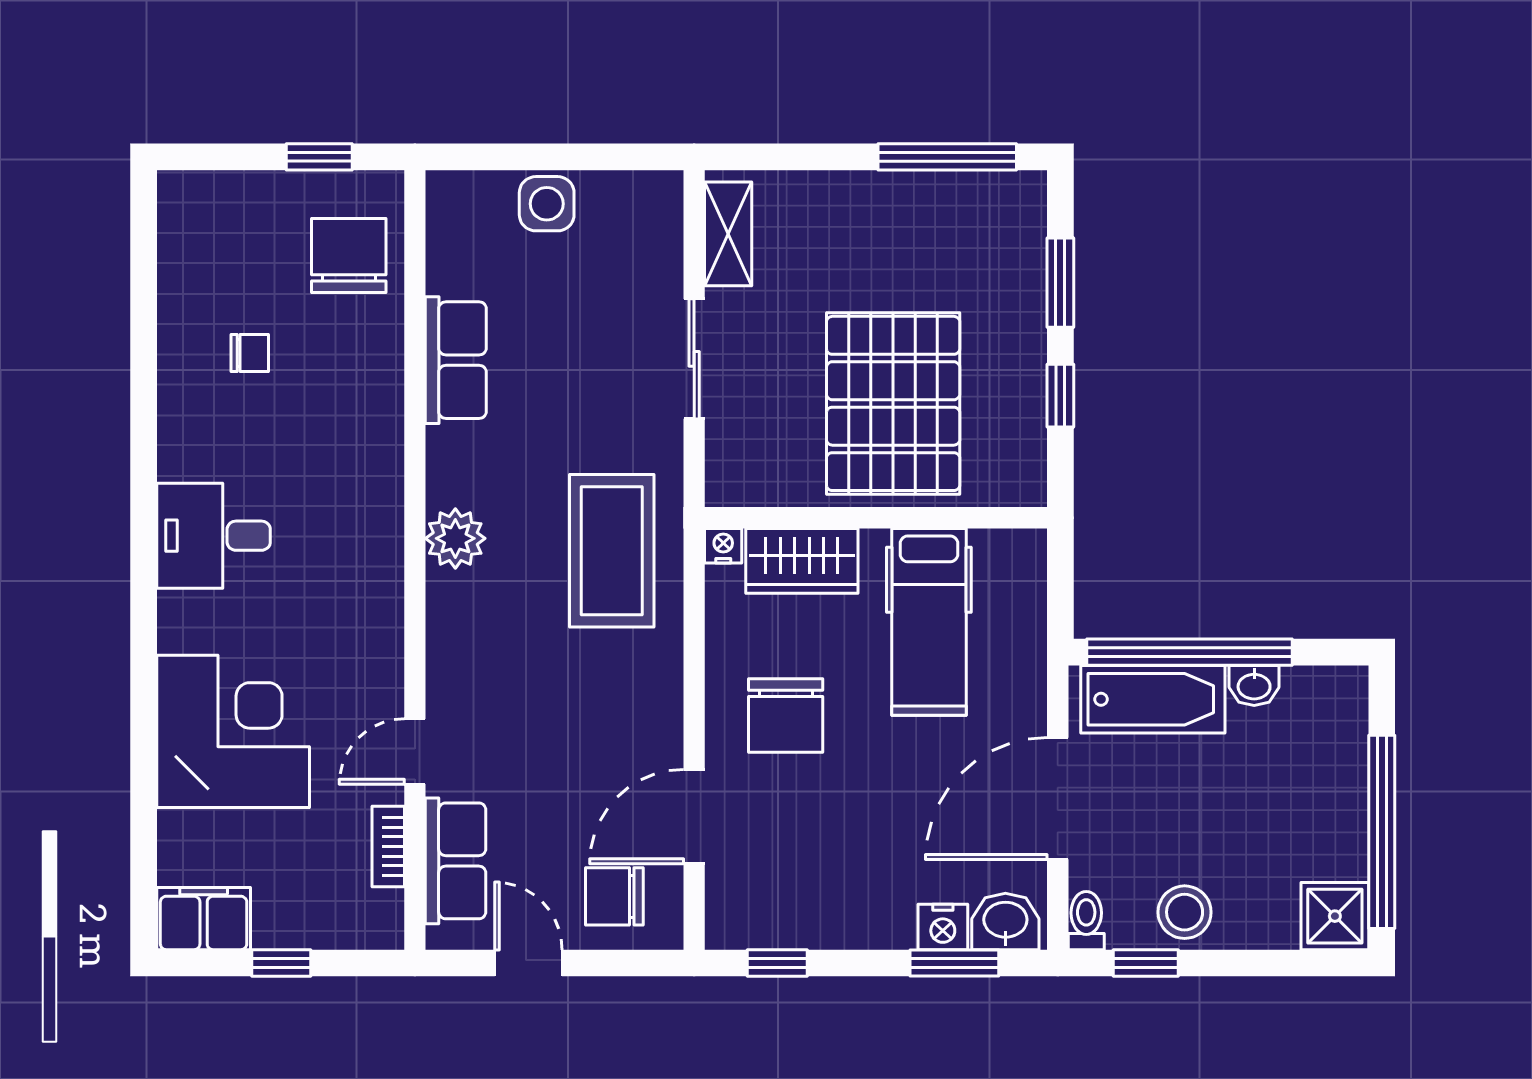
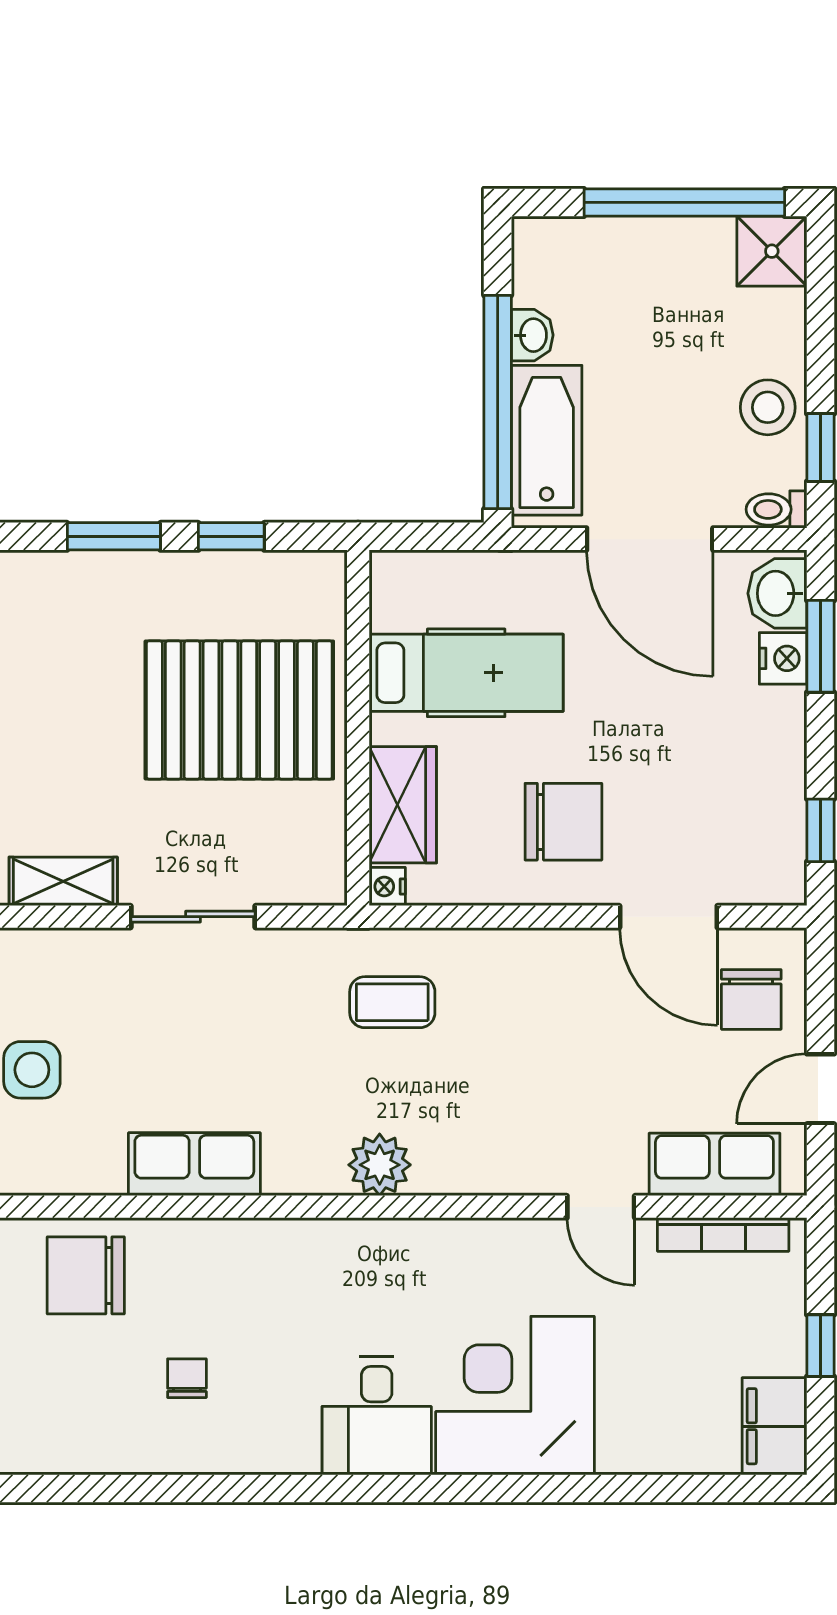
coffee table: (612, 551) -> (392, 1002), width x0.54, depth x0.58
corner desk: (233, 731) -> (515, 1396), moved
bookcase: (388, 846) -> (723, 1234), width x1.56

